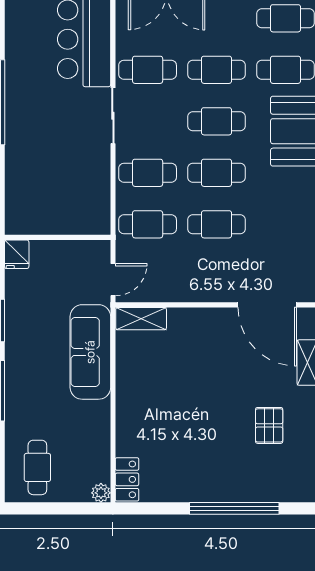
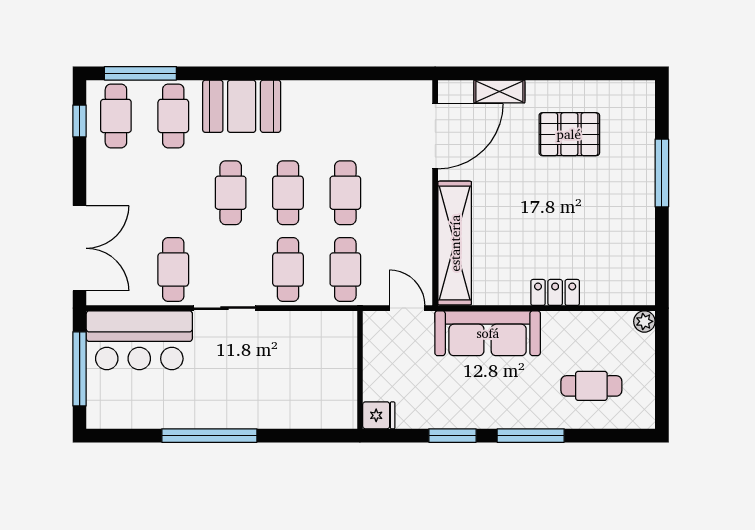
cafe table: (217, 70) -> (173, 193), removed
shelving: (141, 319) -> (455, 243), width x2.20, depth x1.33
pallet: (269, 425) -> (569, 134), width x1.50, depth x1.42
cafe table: (37, 467) -> (591, 386), moved
locker: (127, 479) -> (555, 292), moved
window: (234, 508) -> (662, 173), width x0.68

